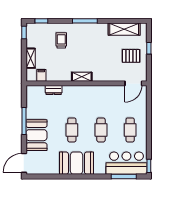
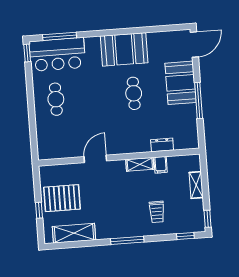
pallet: (131, 56) -> (62, 198), width x1.50, depth x1.42
filing cabinet: (41, 75) -> (161, 165), moved
shelving: (82, 77) -> (140, 164), moved
door: (133, 83) -> (95, 159), moved
cafe table: (101, 130) -> (95, 96), removed

